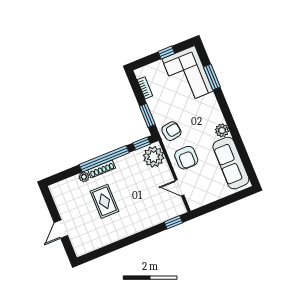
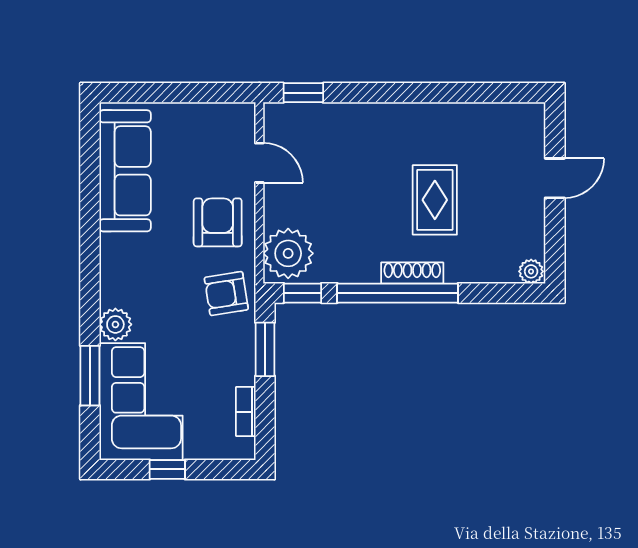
plant: (222, 130) -> (115, 324), moved
plant: (84, 177) -> (531, 271), moved

